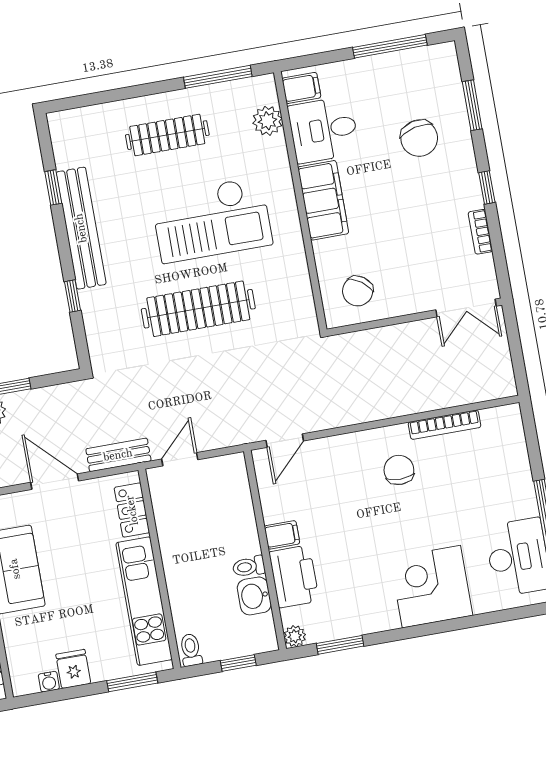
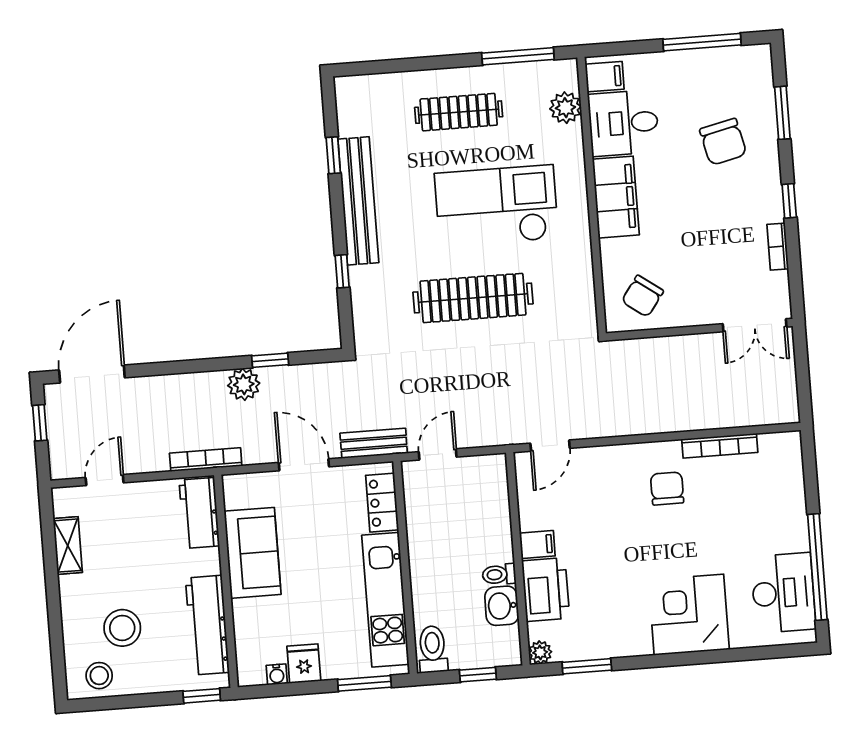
checkout: (212, 220) -> (496, 206), turned 180
toilet: (191, 650) -> (433, 649), width x1.37, depth x1.39

